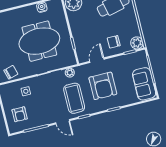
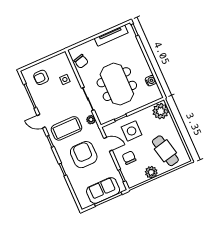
side table: (88, 35) -> (132, 131), added
plant: (137, 43) -> (151, 172), moved
sofa: (144, 84) -> (103, 190), moved
armchair: (103, 86) -> (84, 155), turned 90
door: (63, 122) -> (41, 121), hinge flipped

